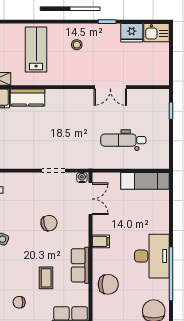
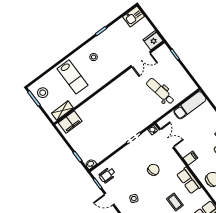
fridge: (132, 33) -> (153, 40), moved, turned 180
lab bench: (36, 49) -> (73, 77), turned 180
double door: (110, 87) -> (141, 59), moved
kitchen counter: (28, 98) -> (88, 108), removed
dental chair: (123, 140) -> (160, 91), turned 79

